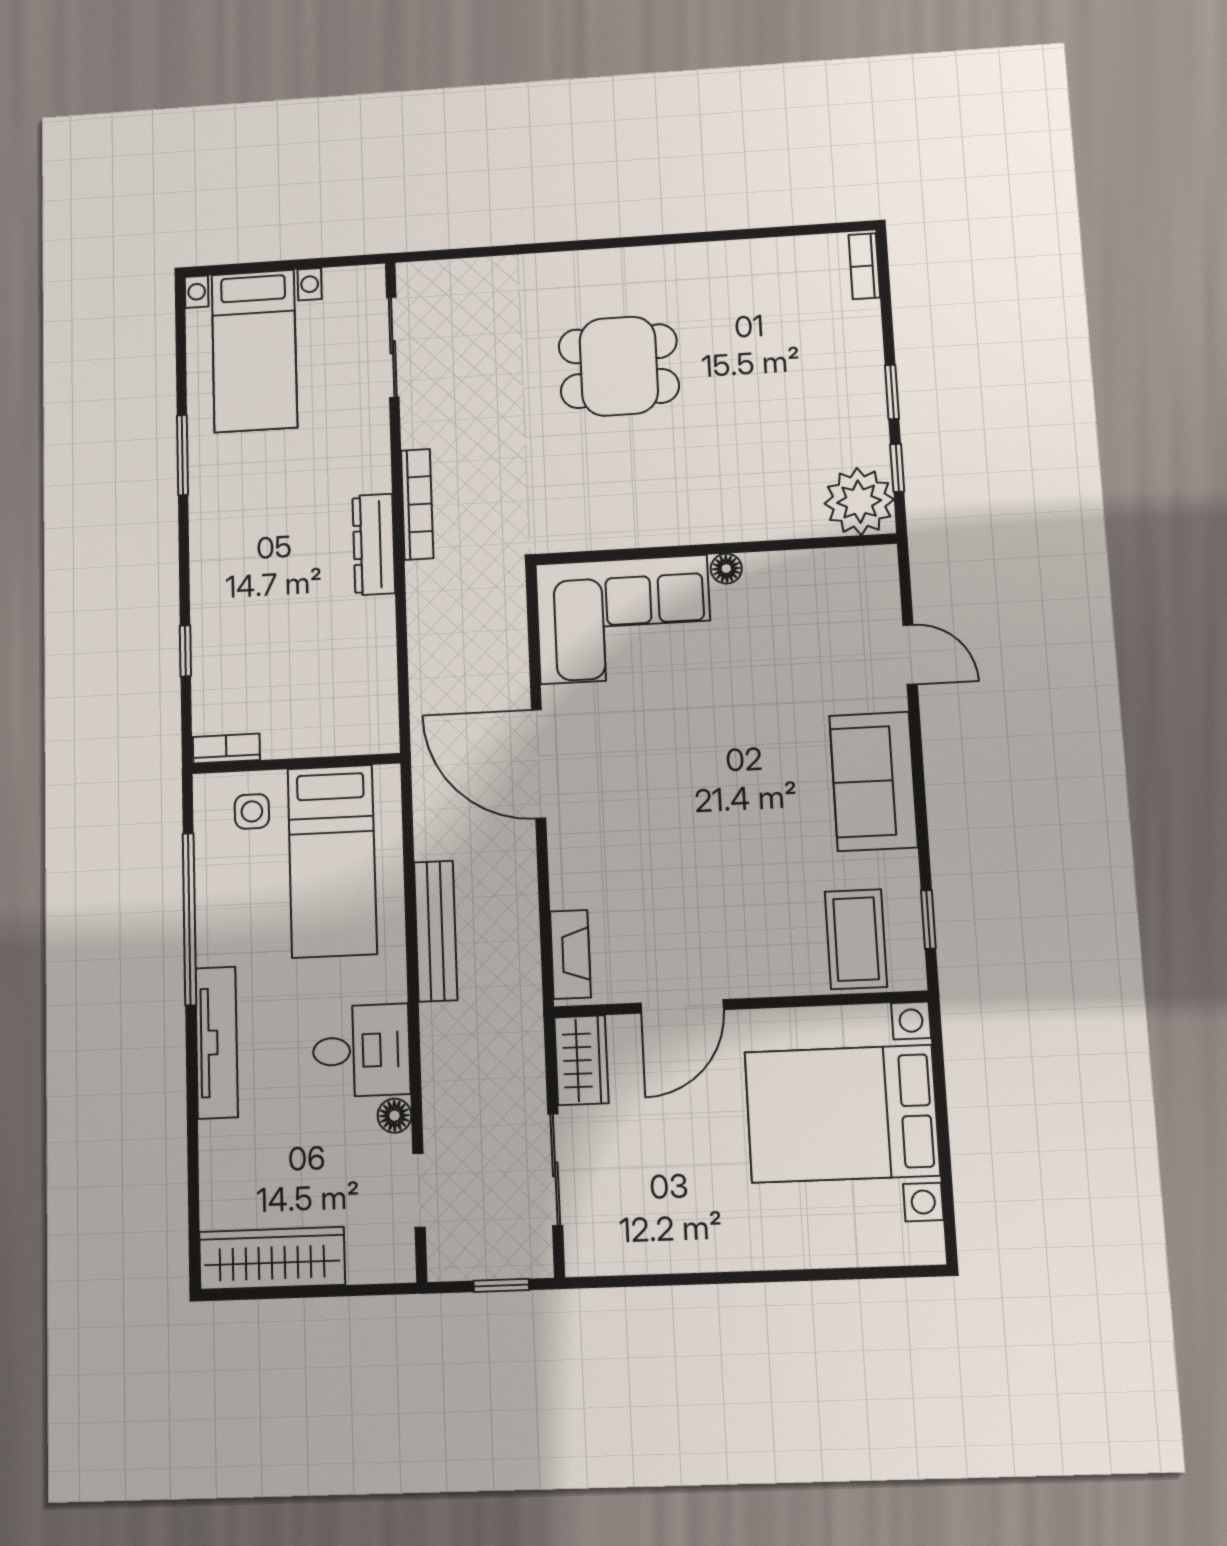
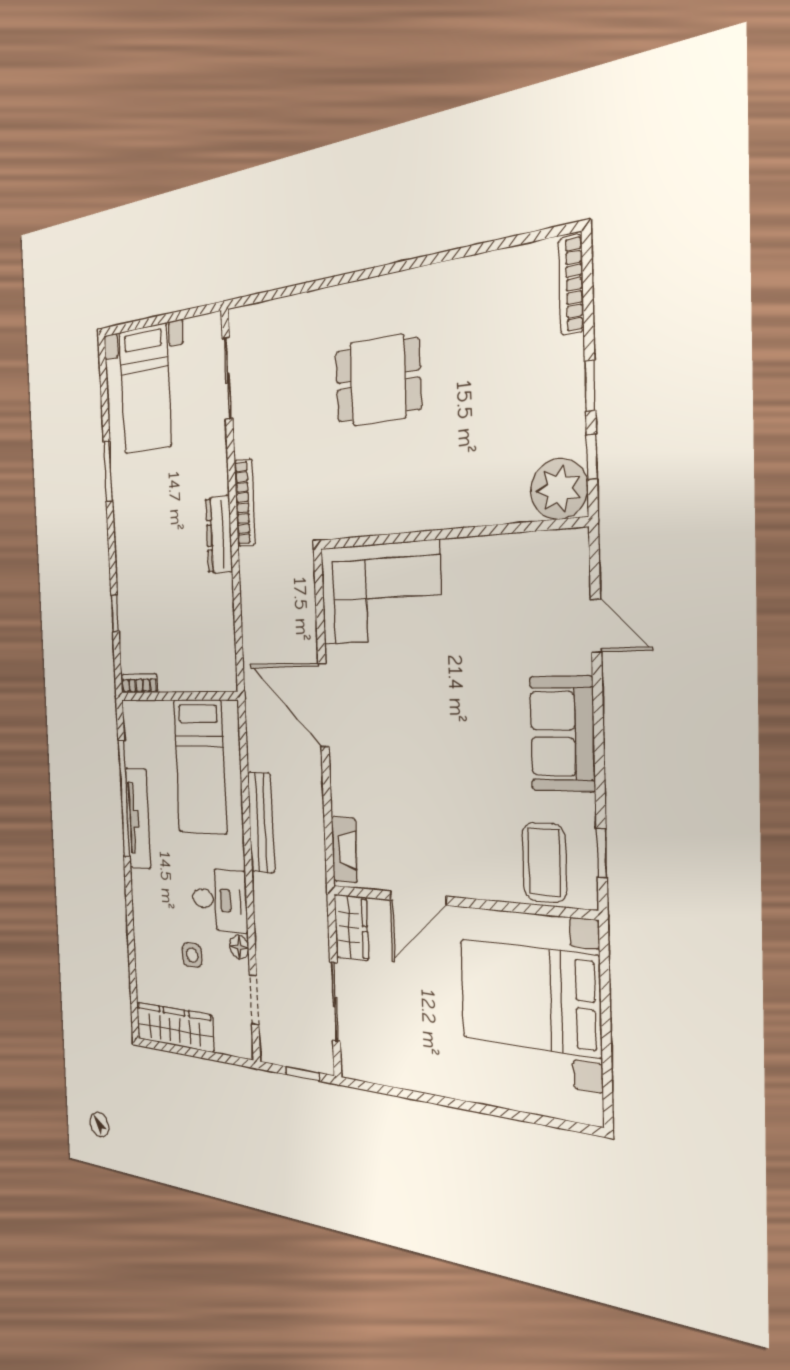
bookcase: (864, 266) -> (571, 285), width x1.56
floor lamp: (726, 569) -> (454, 550), removed
side table: (252, 811) -> (192, 955), moved
tv unit: (216, 1042) -> (138, 818), moved

